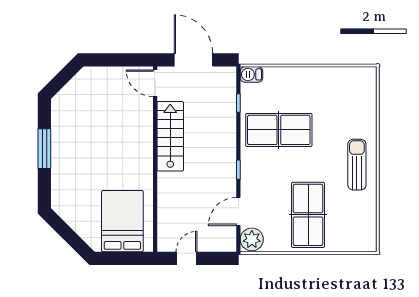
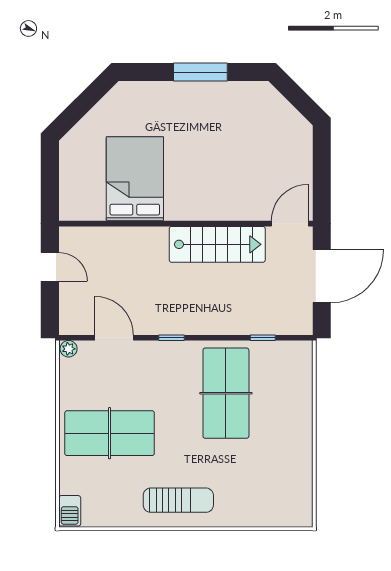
barbecue: (252, 74) -> (70, 511), moved, turned 180
bed: (122, 221) -> (135, 179), moved, turned -90
plant: (252, 239) -> (69, 349), width x0.53, depth x0.53

